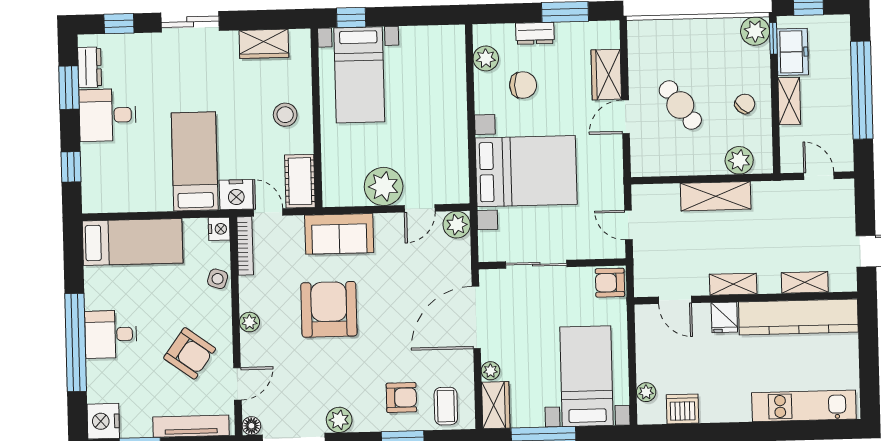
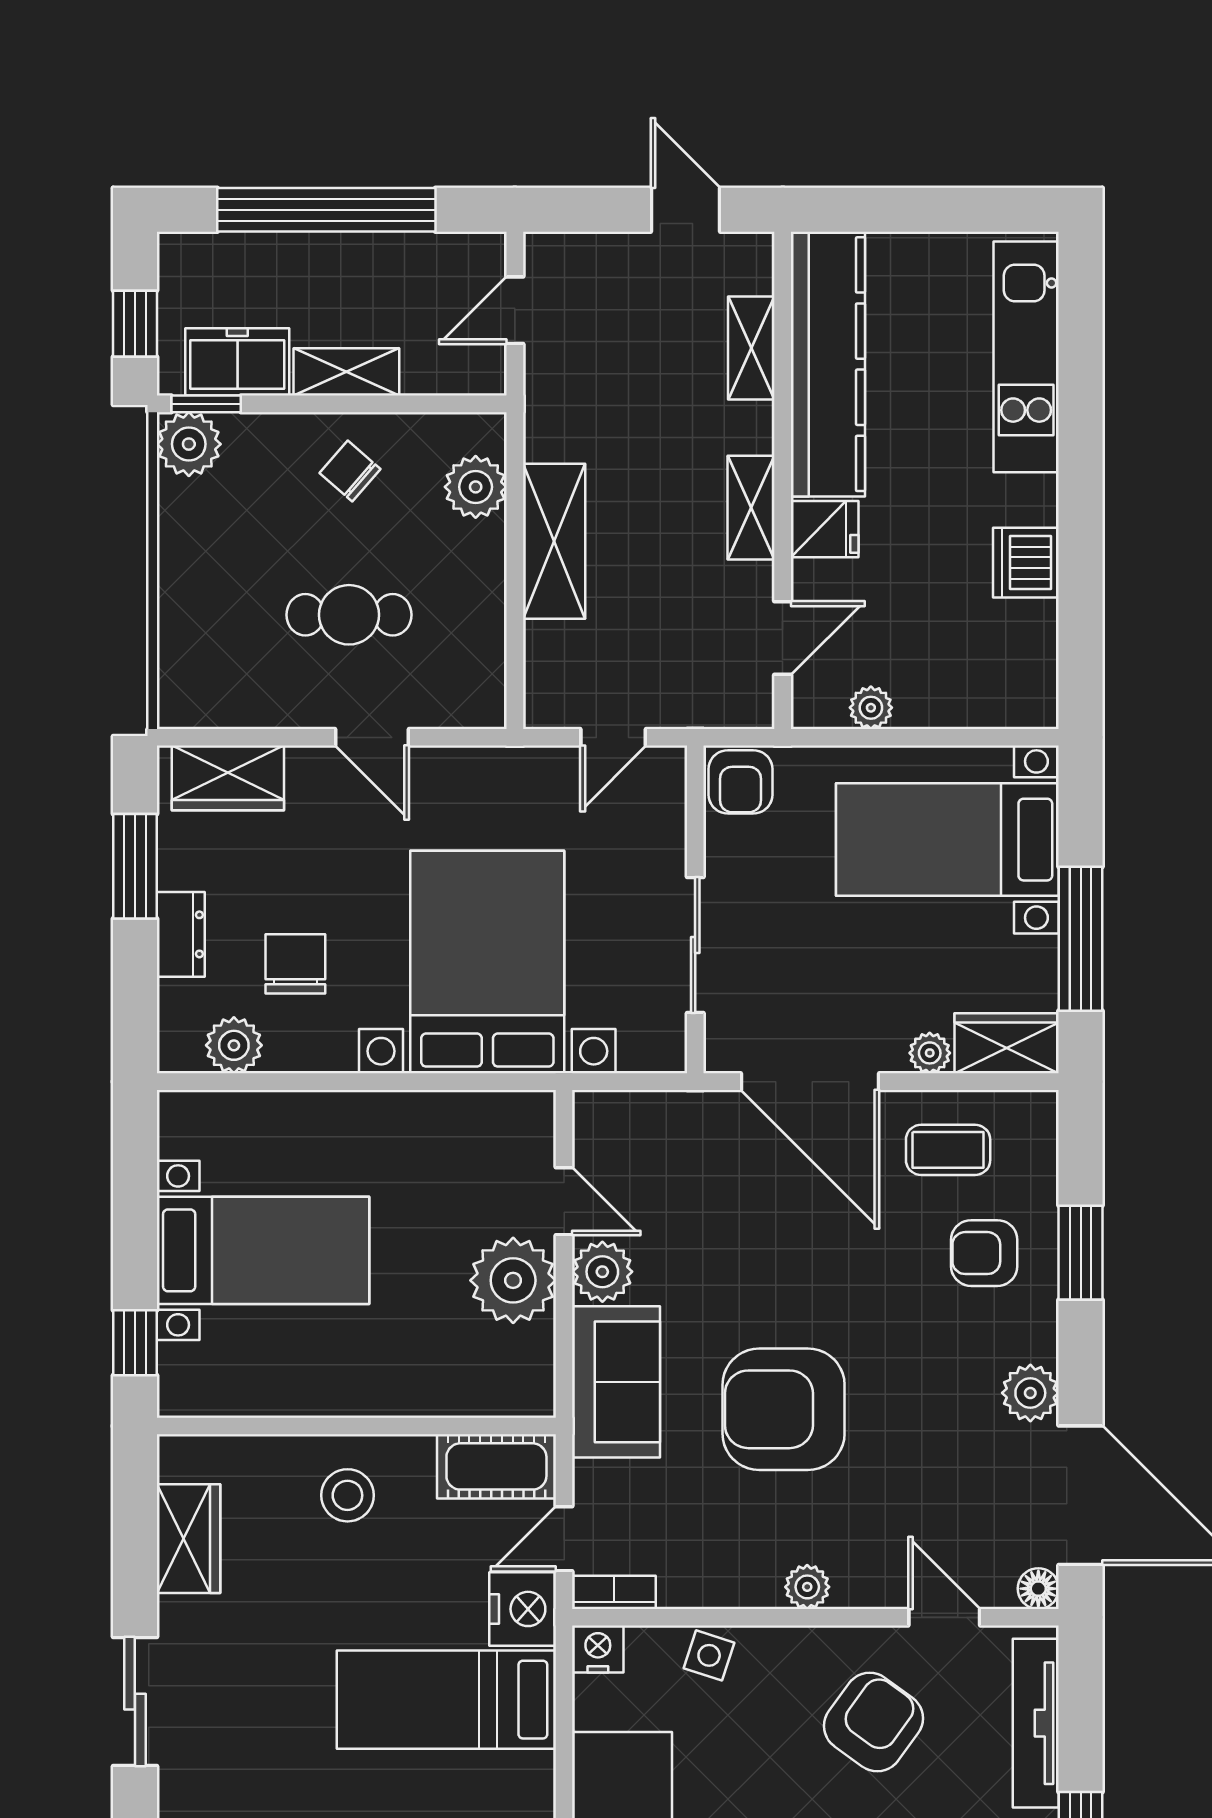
bed with nightstands: (359, 75) -> (263, 1250), moved
wardrobe: (606, 75) -> (228, 778), moved
cafe table: (680, 105) -> (349, 615), turned 36
plant: (457, 225) -> (602, 1272), moved
bookcase: (245, 246) -> (614, 1592), width x0.64
plant: (646, 392) -> (871, 708), moved
armchair: (401, 398) -> (984, 1253), turned -90
coffee table: (446, 406) -> (948, 1150), moved
dishwasher: (683, 409) -> (1026, 563), moved

